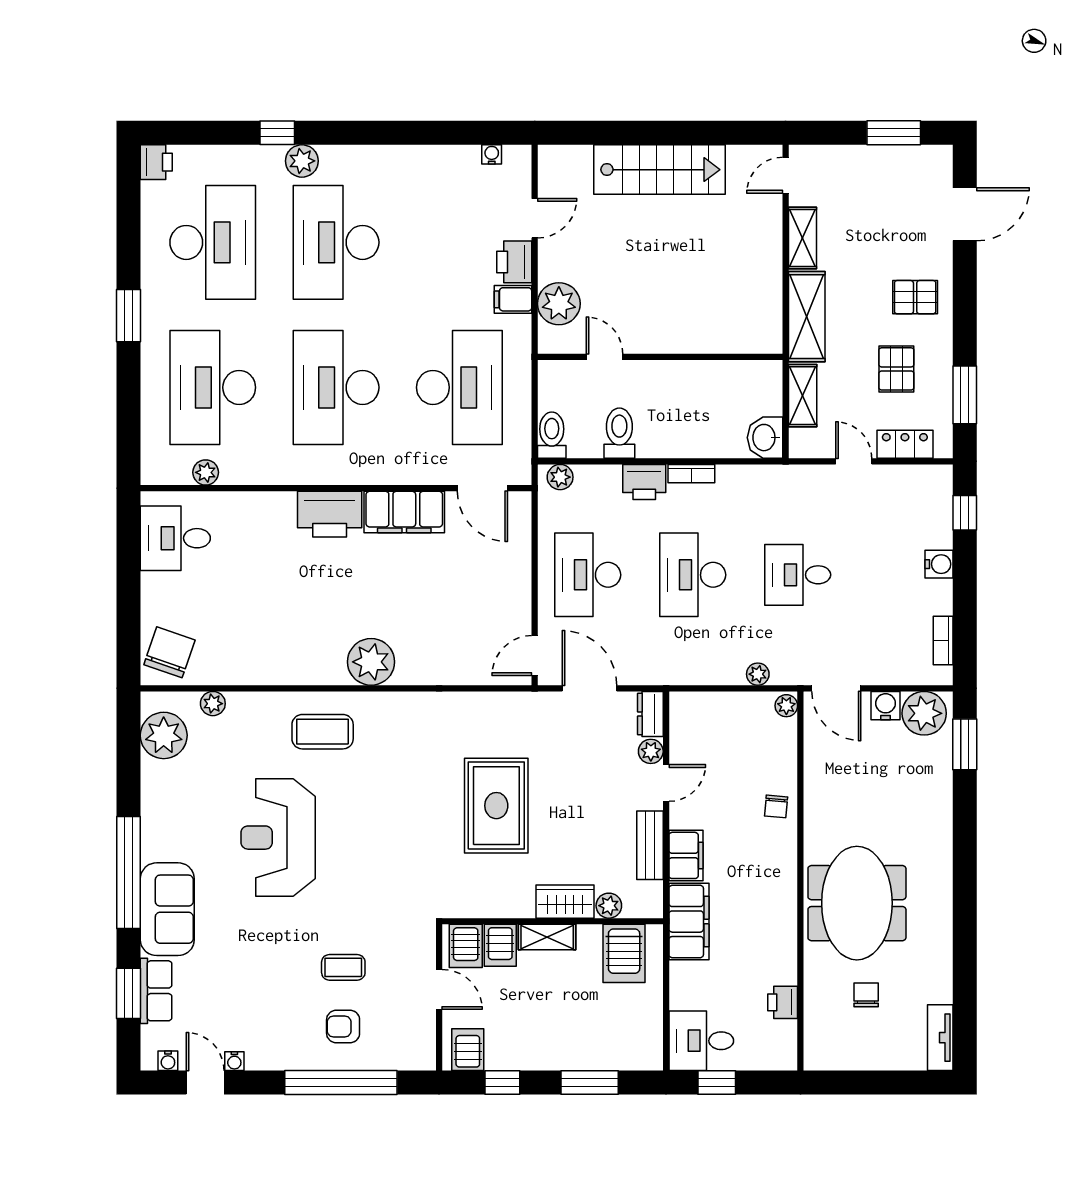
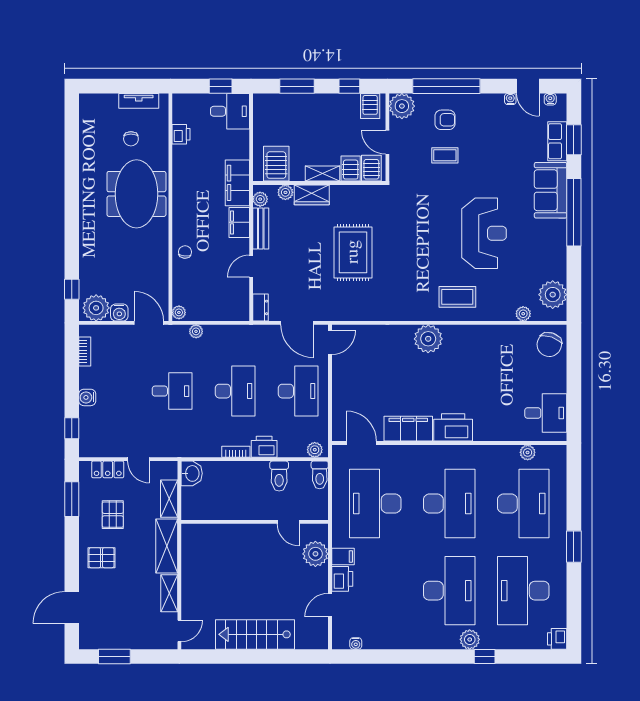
window: (965, 744) -> (72, 289), width x0.67
plant: (651, 751) -> (260, 199), moved
tv unit: (940, 1038) -> (139, 101), moved, turned 90
plant: (415, 1049) -> (402, 106), added

